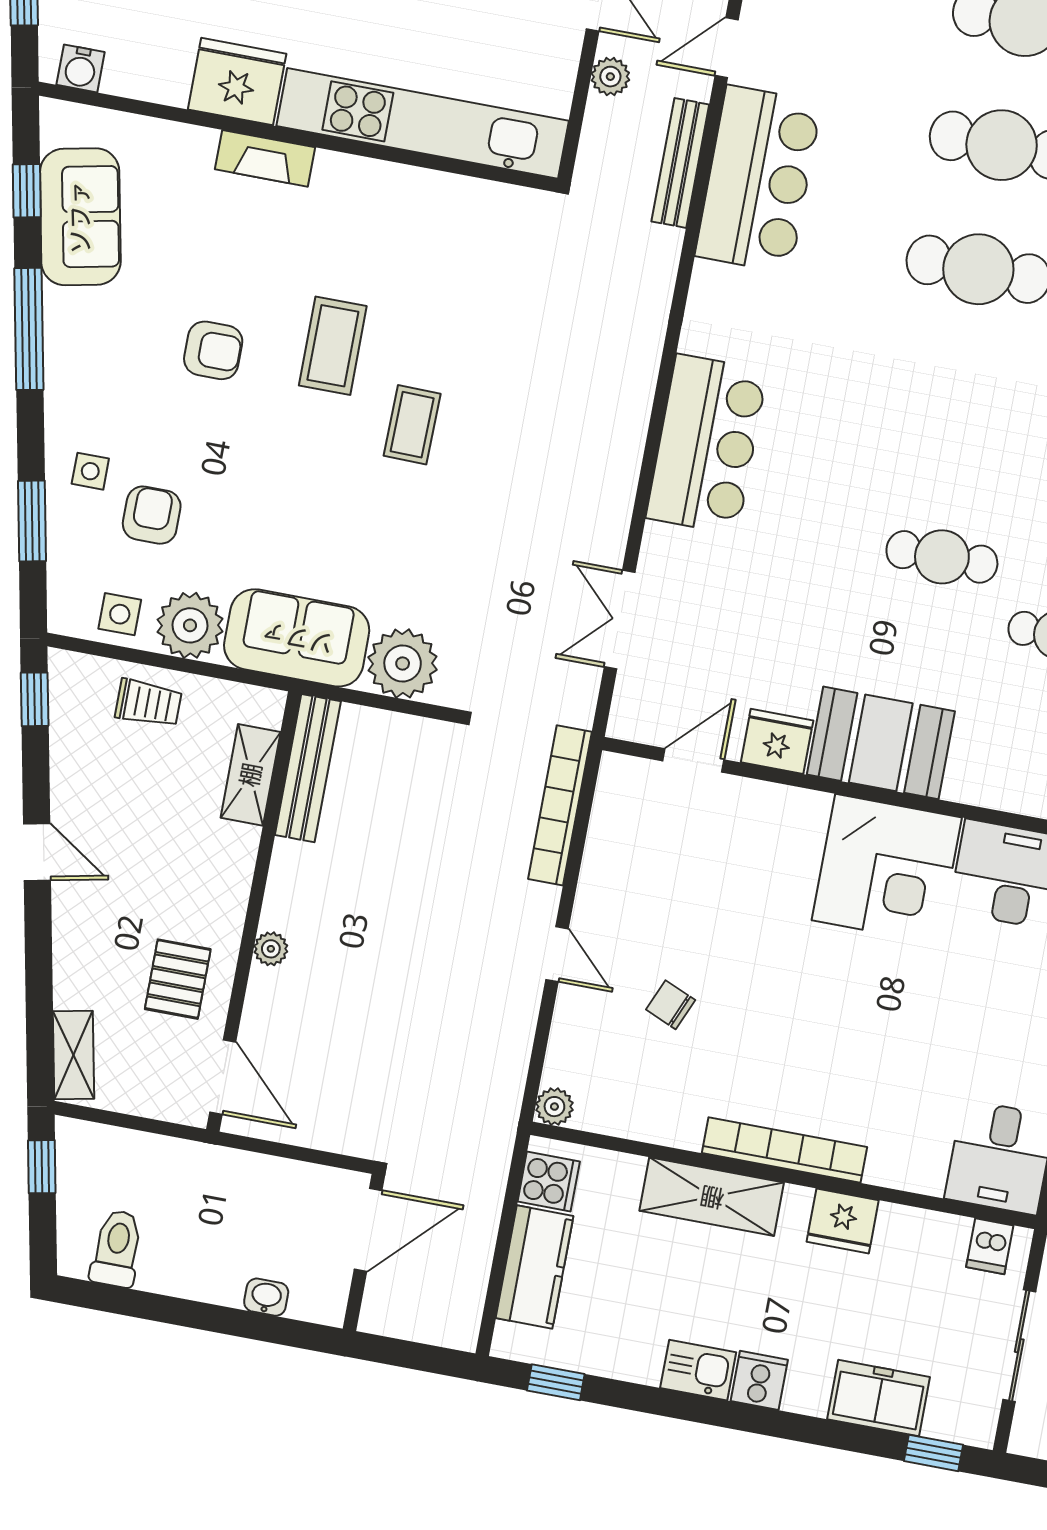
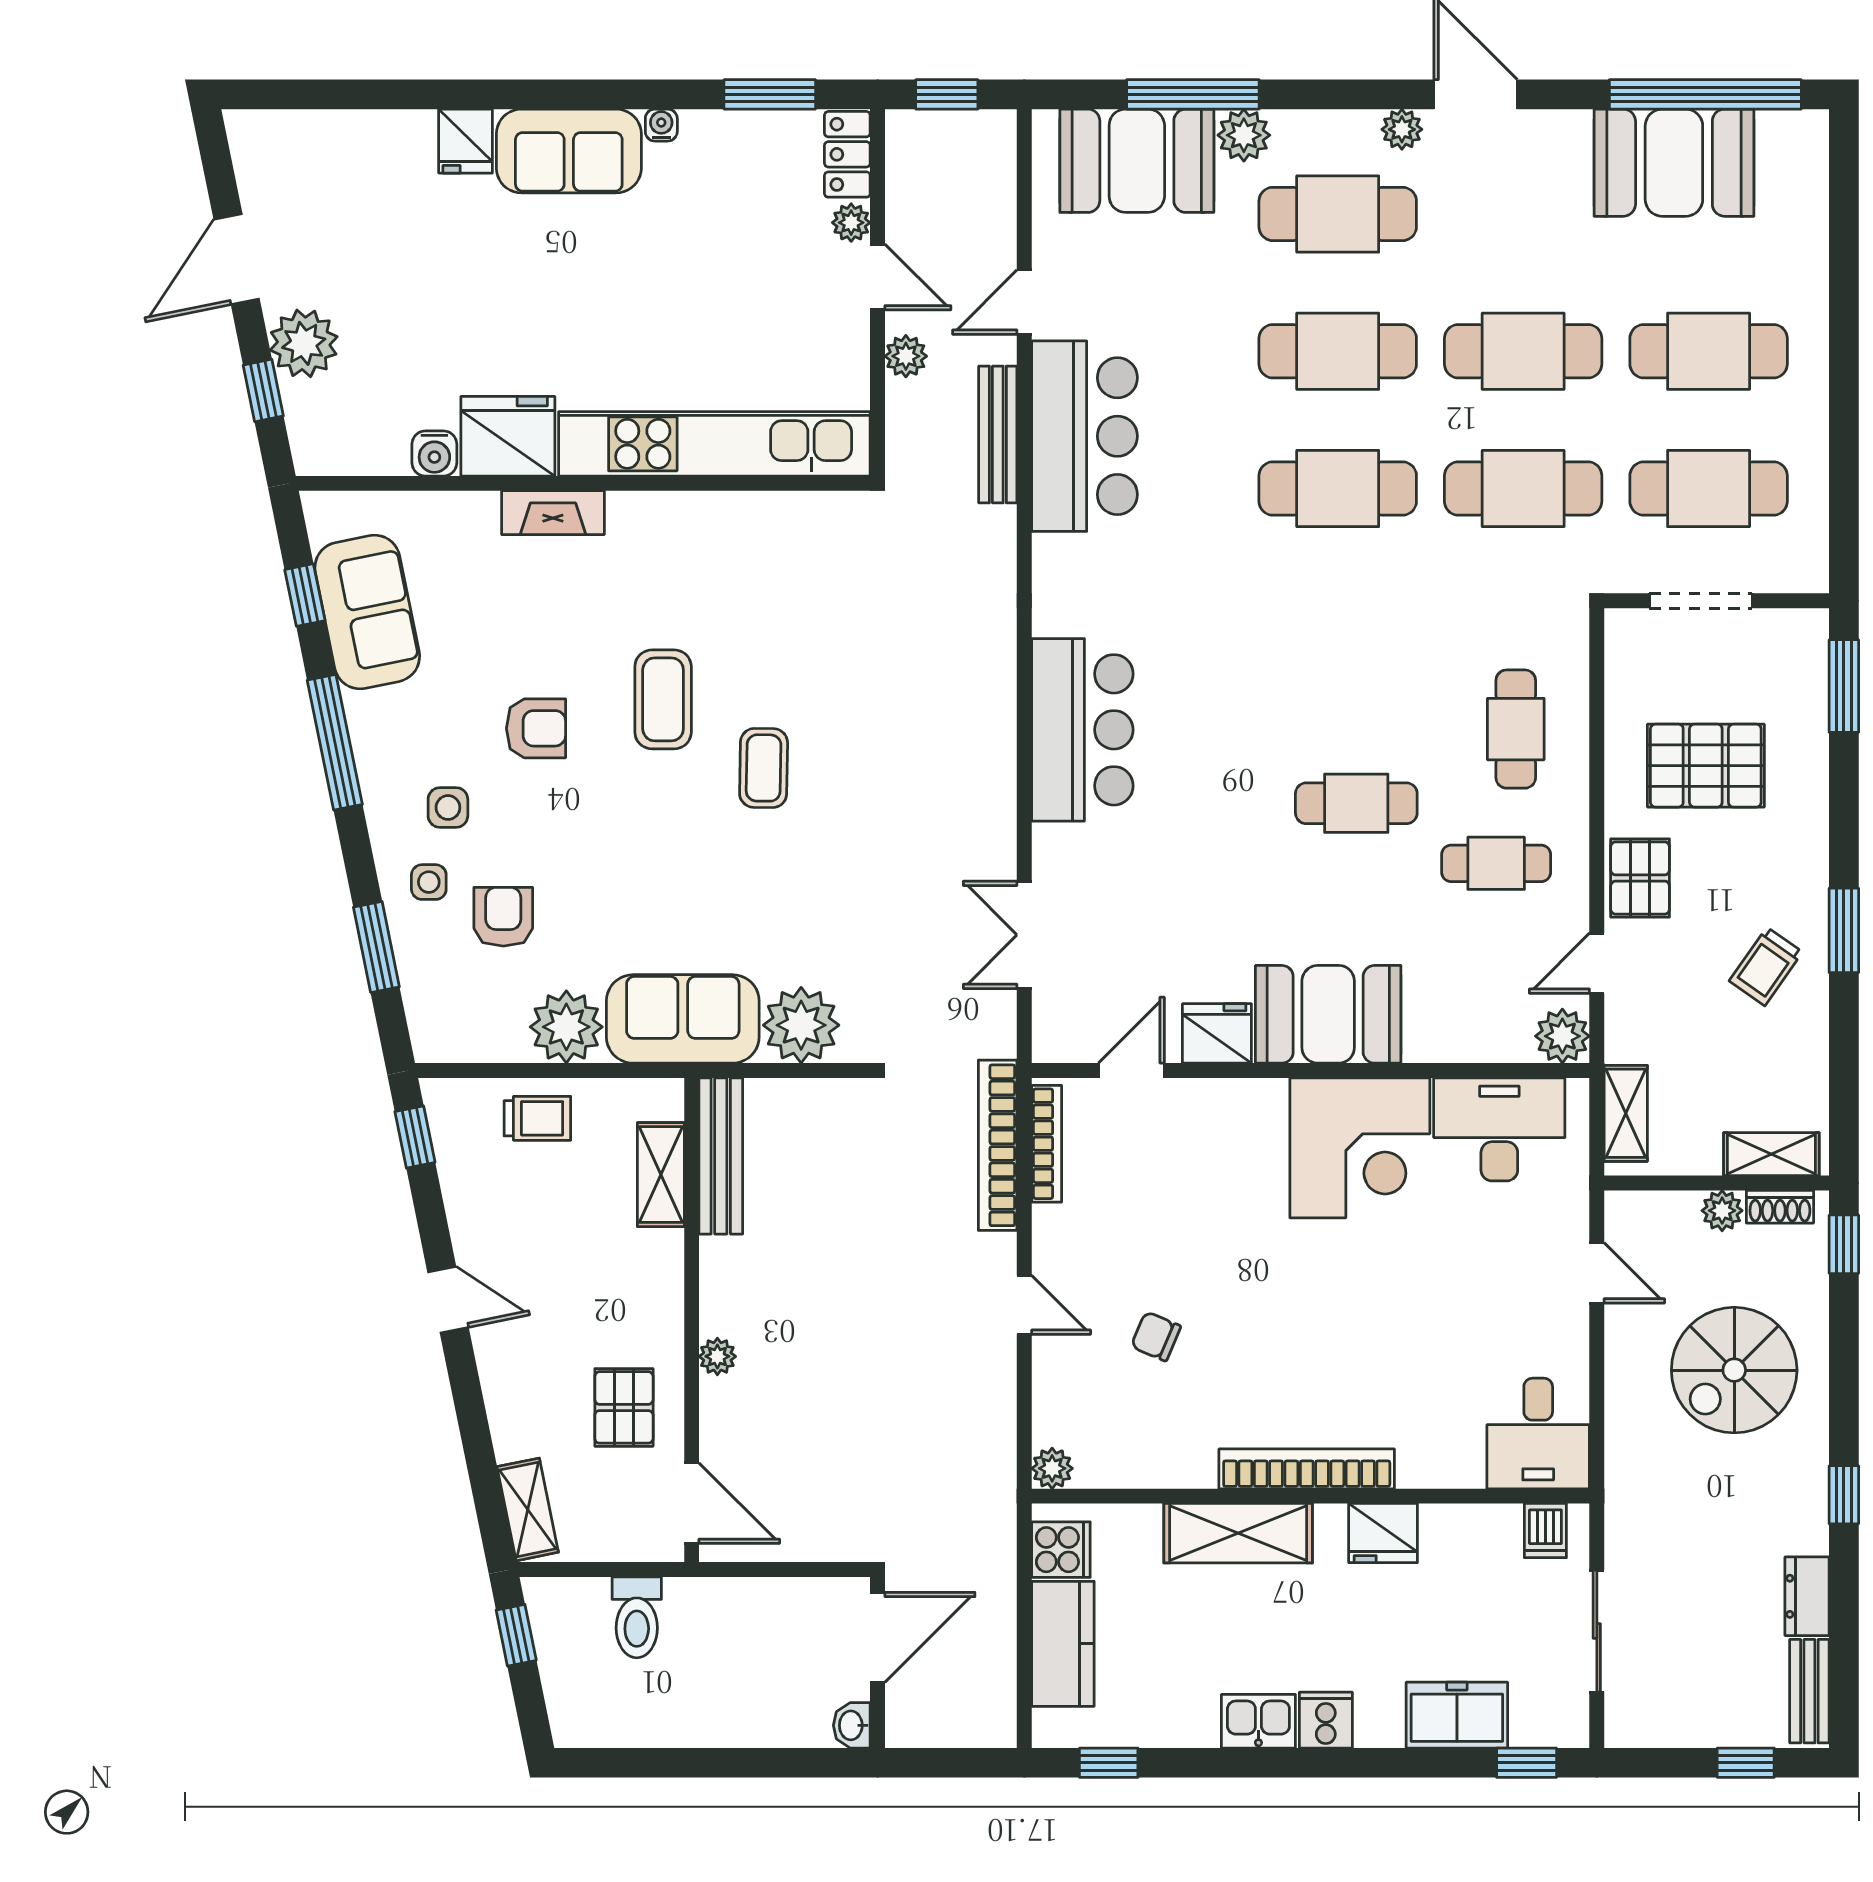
water cooler: (81, 68) -> (434, 453), moved
side table: (120, 614) -> (448, 808), moved
bookcase: (604, 812) -> (1047, 1144), added
toilet: (117, 1248) -> (637, 1617), moved, turned 180
washbasin: (266, 1297) -> (852, 1725), moved, turned -90

